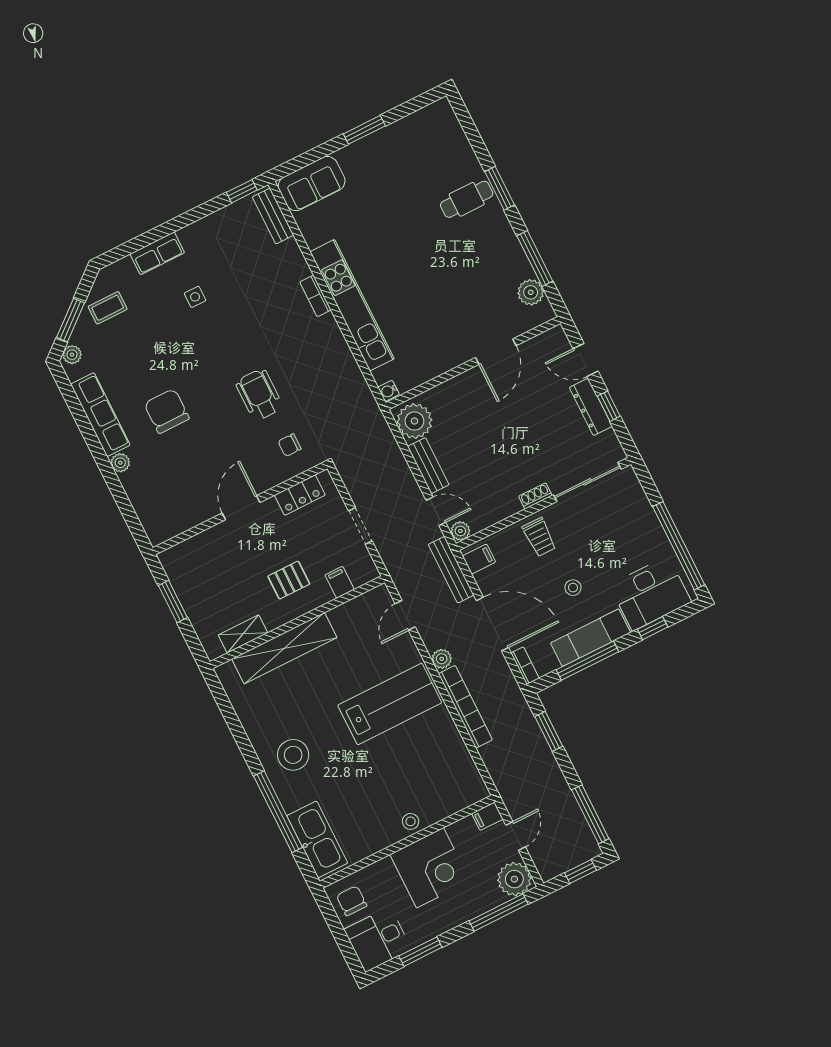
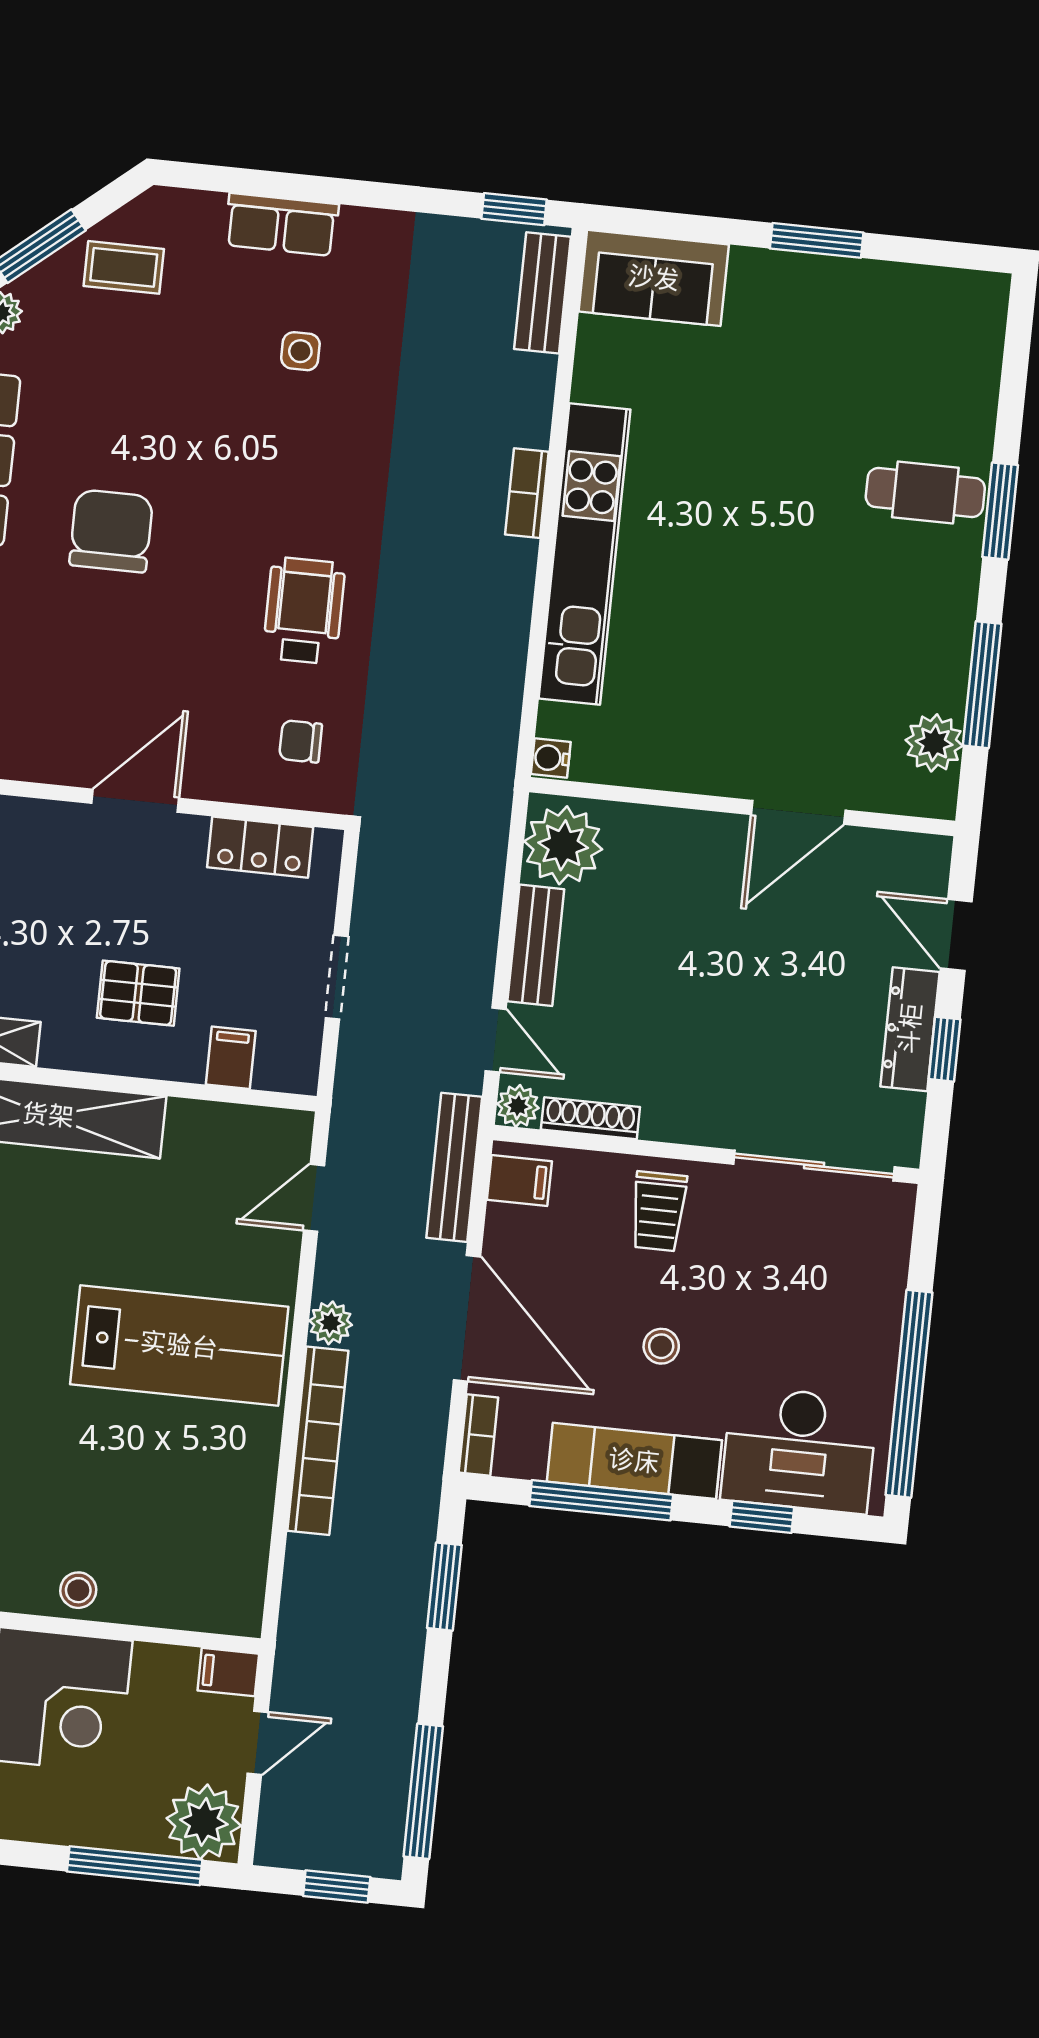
shoe rack: (535, 496) -> (590, 1118), moved, width x1.43

